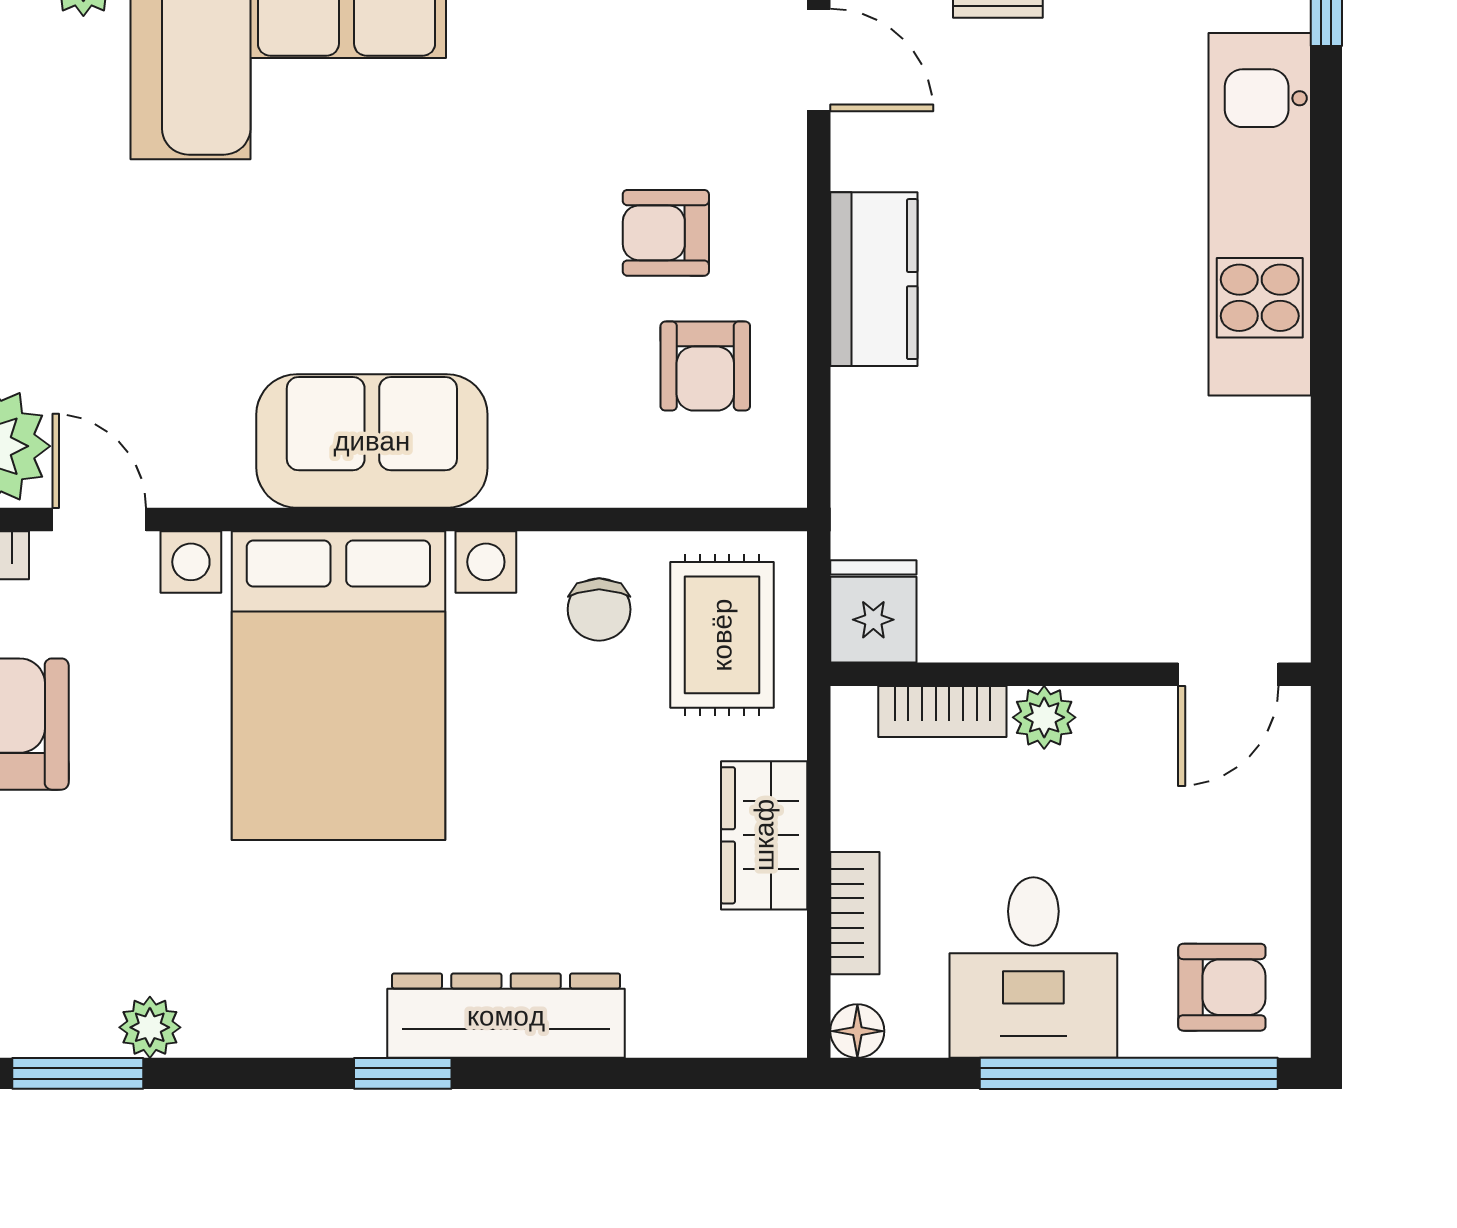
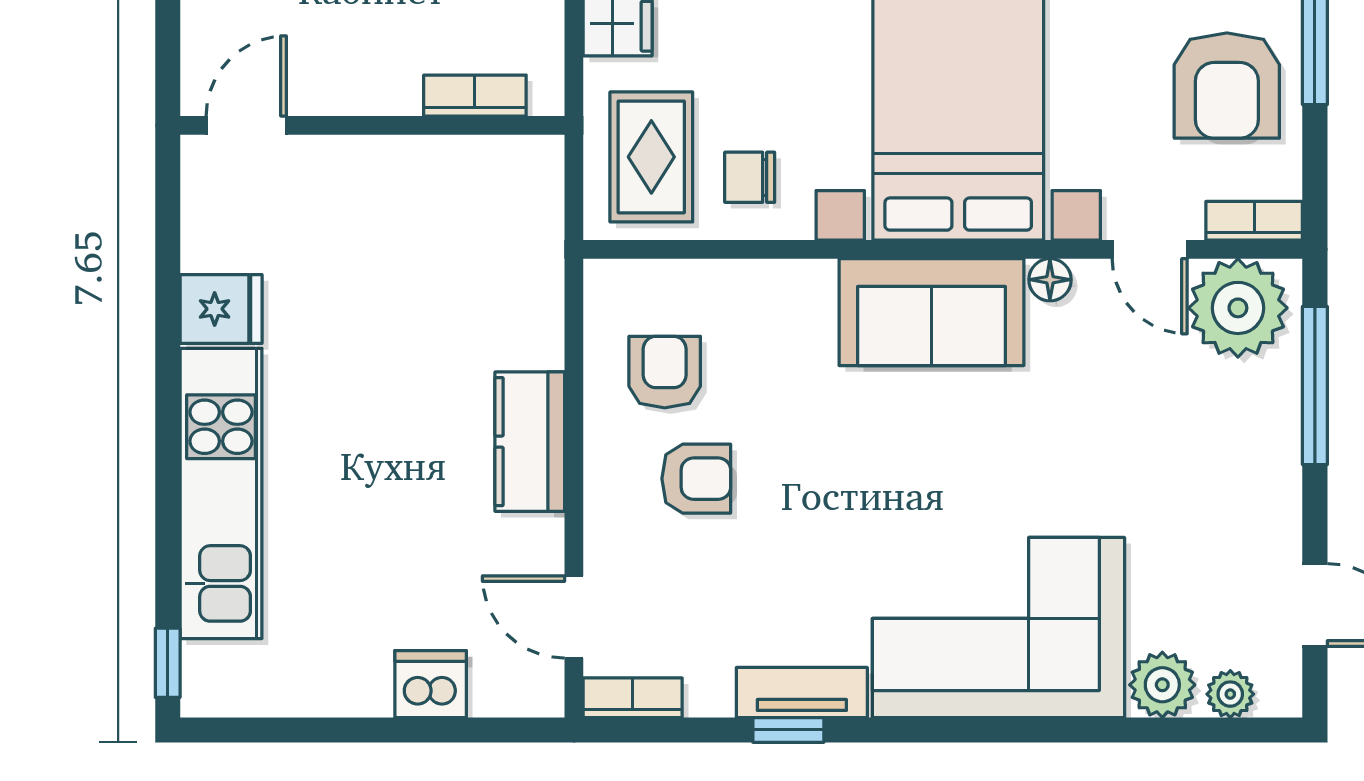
floor lamp: (224, 481) -> (1050, 280), added
chair: (599, 609) -> (750, 177), turned -90
fridge: (873, 611) -> (221, 309), moved, turned -90
plant: (1044, 717) -> (393, 91), removed

